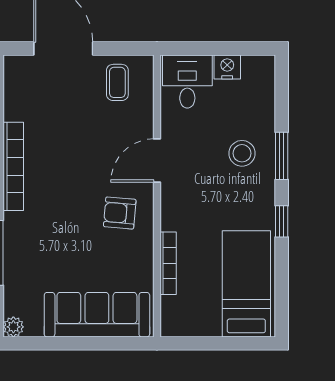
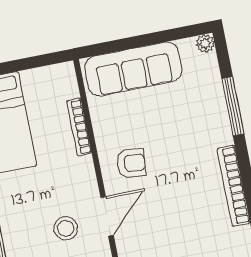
stool: (242, 153) -> (66, 228), moved

